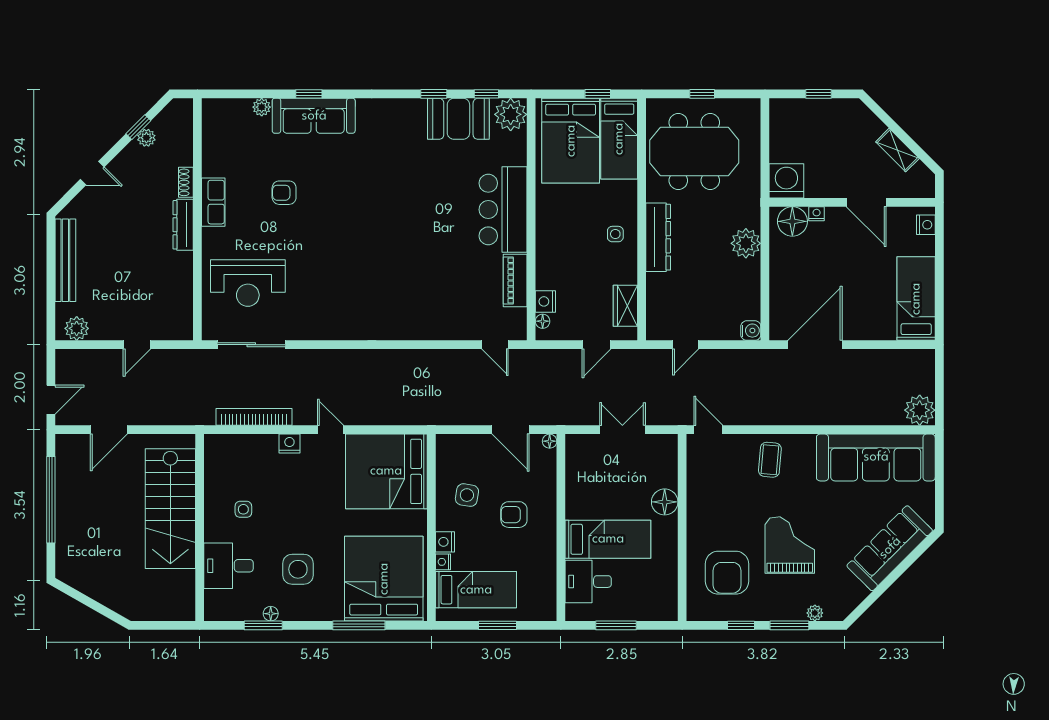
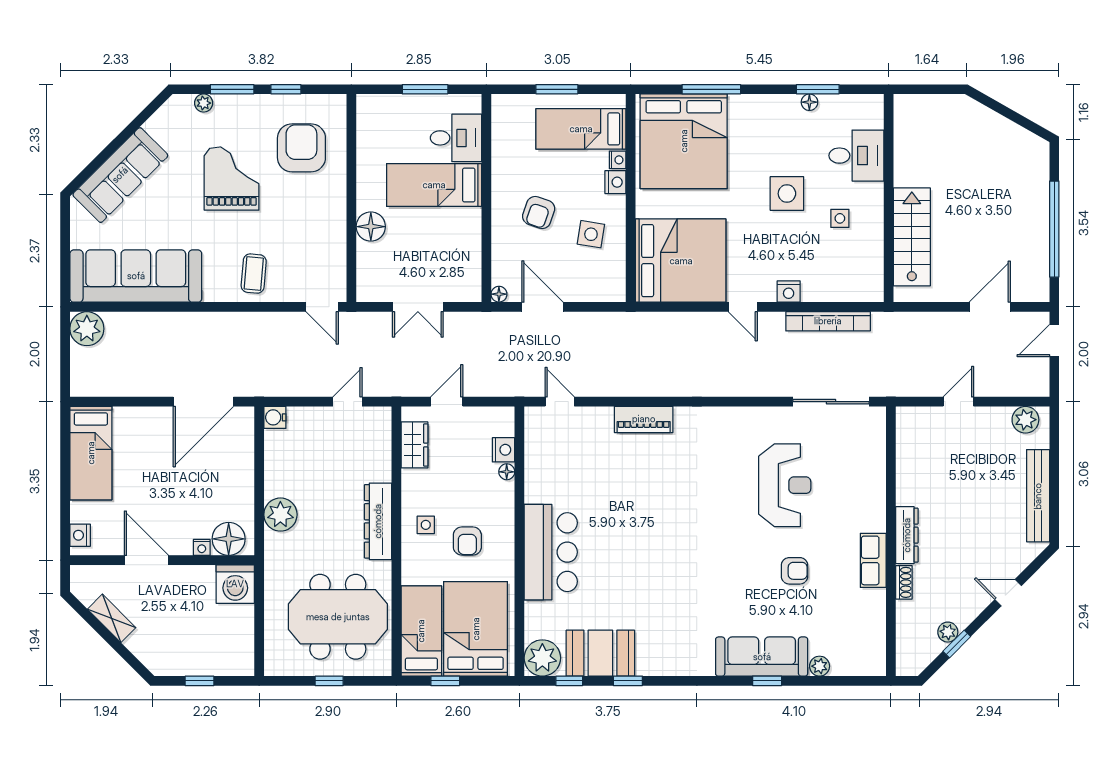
armchair: (578, 219) -> (467, 541), added
piano: (515, 280) -> (644, 419), moved, turned 90
reception desk: (248, 283) -> (785, 485), moved, turned 90
floor lamp: (543, 321) -> (507, 472), moved
stairs: (170, 509) -> (912, 237), width x0.73, depth x0.66
armchair: (514, 515) -> (539, 212), turned 109
grand piano: (790, 545) -> (232, 179), turned 180
side table: (298, 569) -> (787, 194), moved

